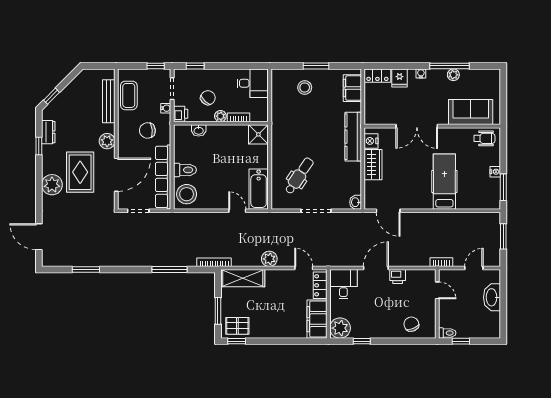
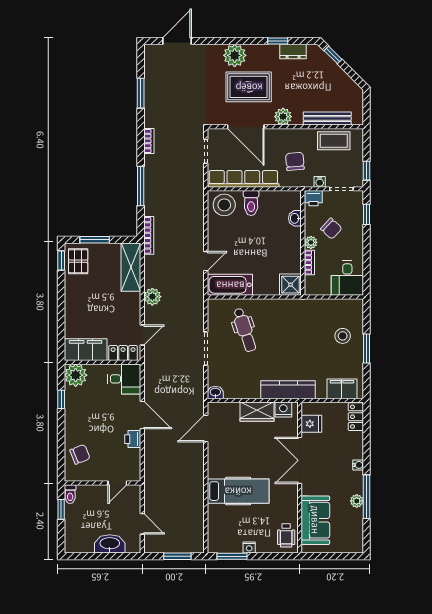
fridge: (400, 78) -> (311, 424), moved, turned 180
dental chair: (299, 176) -> (245, 330), turned 38
bookcase: (441, 262) -> (149, 141), moved

